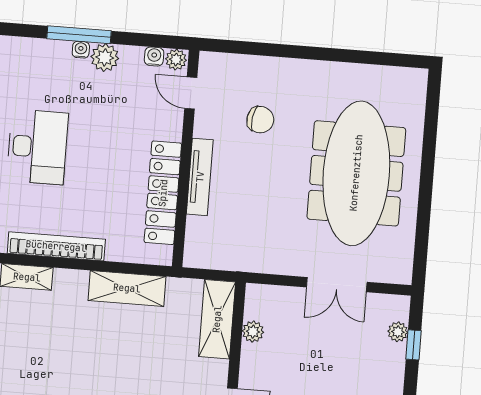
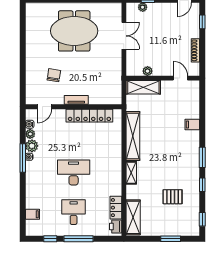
plant: (176, 60) -> (30, 134), moved
meeting table: (356, 173) -> (74, 31), width x0.73
tv unit: (200, 177) -> (76, 100), width x0.71
bookcase: (56, 246) -> (117, 161), removed
shelving: (127, 288) -> (133, 136), width x1.47

